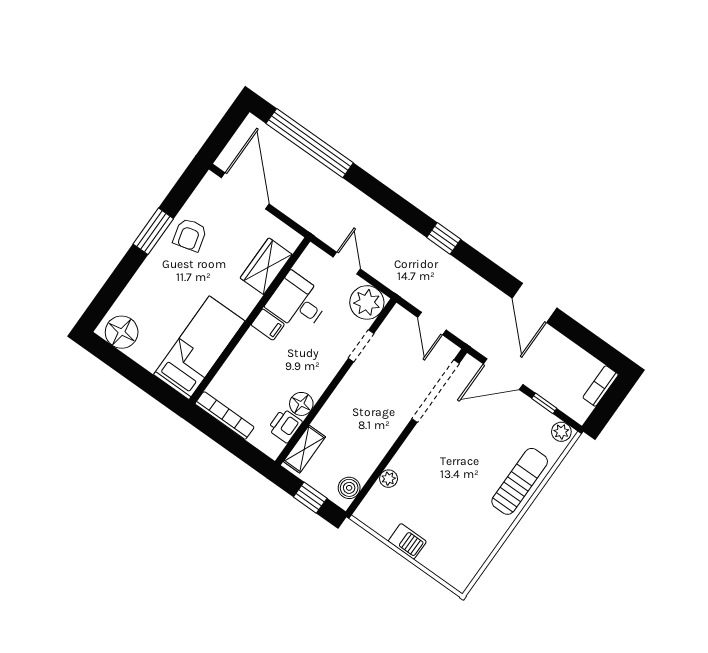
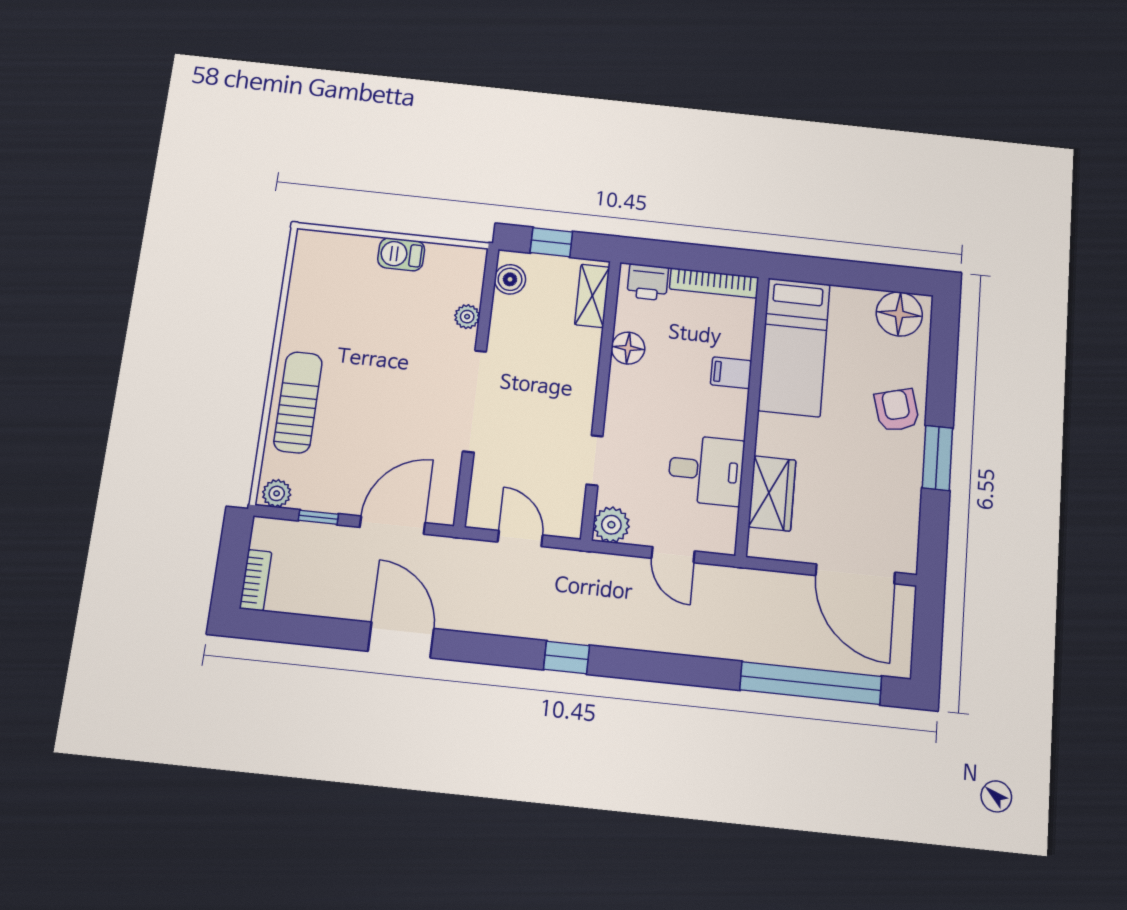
armchair: (190, 235) -> (897, 410), moved
plant: (367, 302) -> (611, 525), width x0.73, depth x0.73
filing cabinet: (268, 325) -> (731, 373), moved
doorway: (436, 391) -> (475, 401), moved
printer: (285, 426) -> (648, 282), moved, turned 90
sun lounger: (520, 481) -> (298, 402), turned 180

